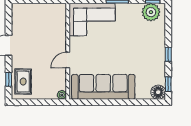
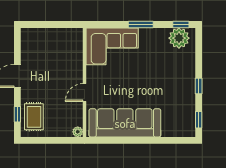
floor lamp: (158, 92) -> (187, 129), removed

